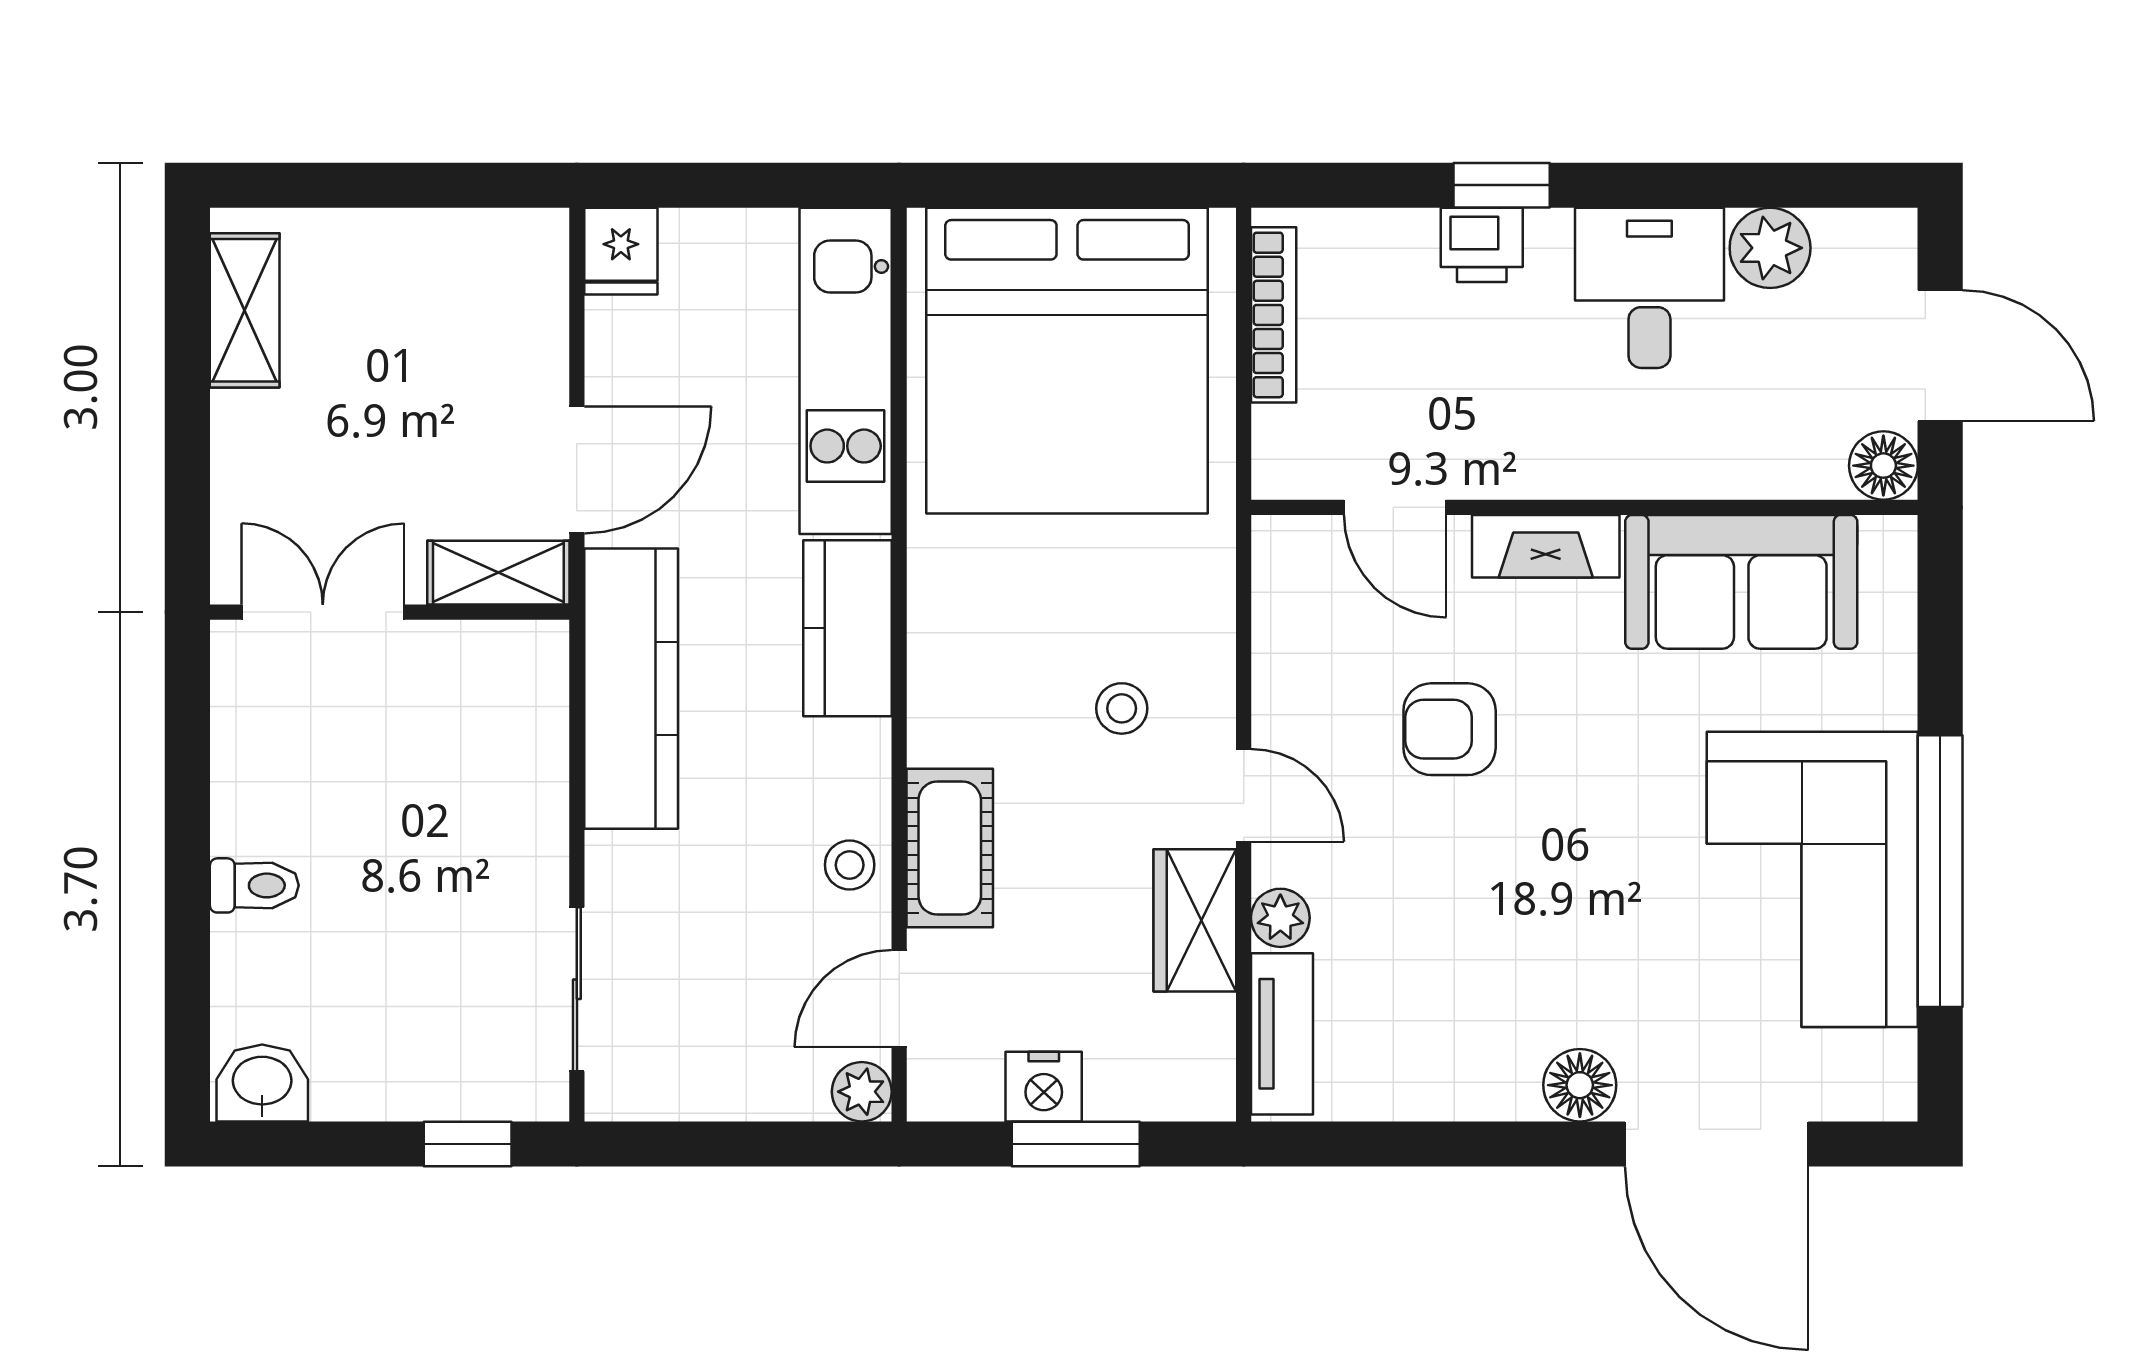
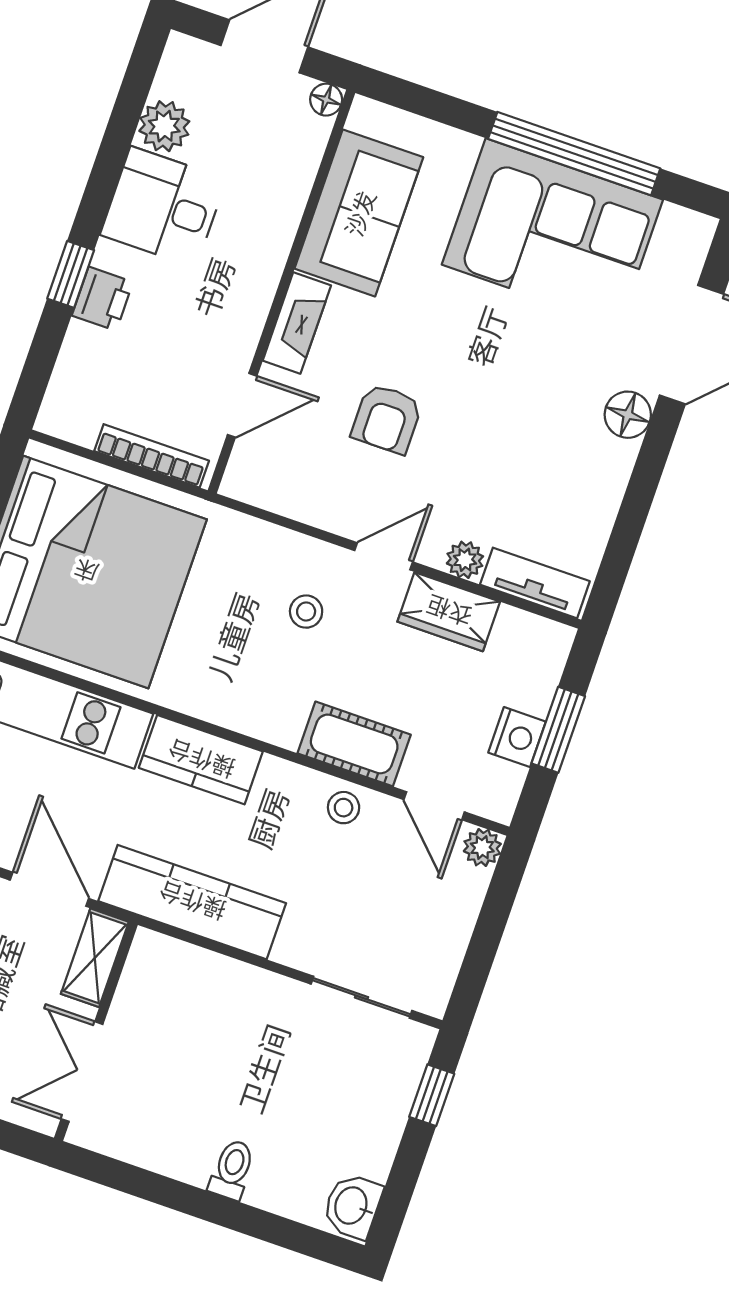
bookcase: (1274, 315) -> (152, 456), moved
floor lamp: (1883, 466) -> (326, 100), width x0.73, depth x0.73

